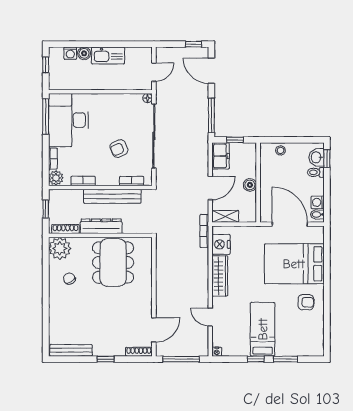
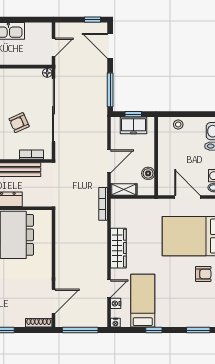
freezer: (221, 156) -> (134, 125), moved, turned 90
boiler: (250, 185) -> (148, 173), moved
door: (290, 224) -> (187, 197), width x0.73
nightstand: (221, 244) -> (116, 303), moved, width x0.53, depth x0.56
door: (210, 317) -> (109, 289), swing flipped
bed: (263, 329) -> (143, 301), moved
window: (285, 359) -> (198, 330), moved

